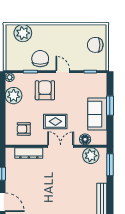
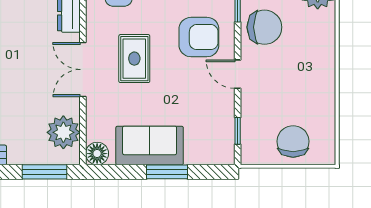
door: (63, 72) -> (238, 74), swing flipped
floor lamp: (85, 139) -> (97, 154), moved
double door: (61, 146) -> (83, 70), swing flipped

